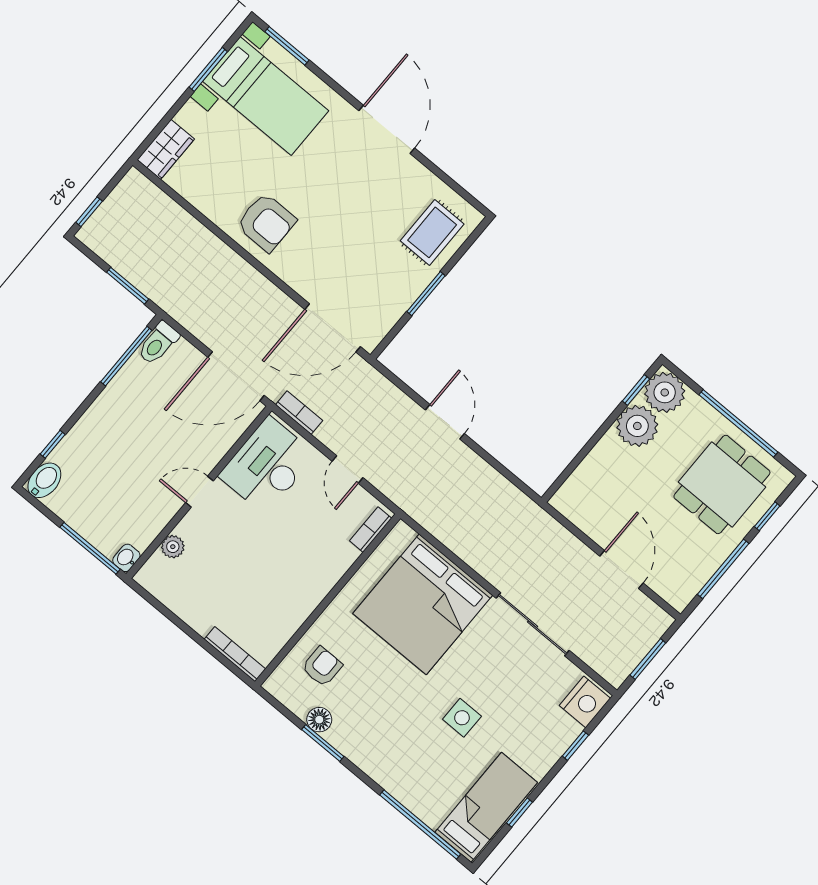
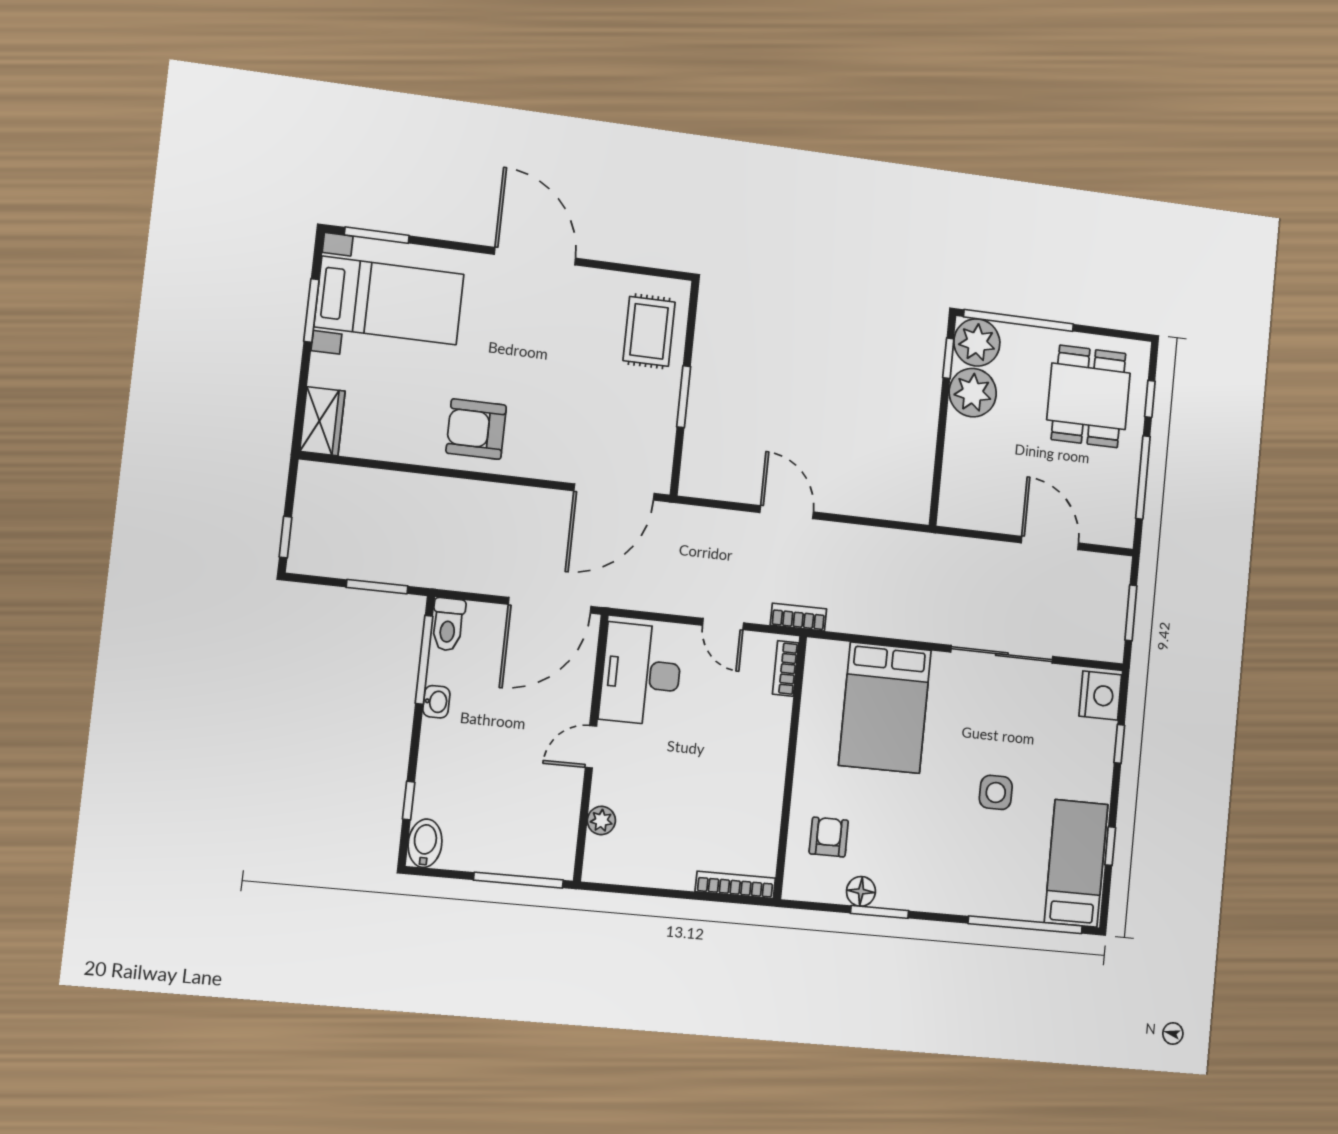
armchair: (266, 222) -> (476, 429), turned 180
bookcase: (299, 413) -> (798, 617), moved
window: (738, 423) -> (1019, 320), moved
washbasin: (126, 558) -> (436, 702), moved, turned 180
bed: (423, 604) -> (885, 708), width x0.73

